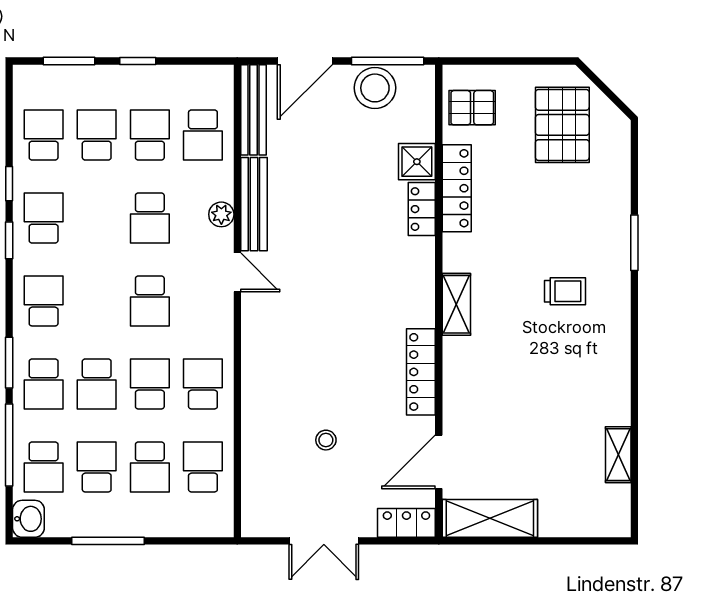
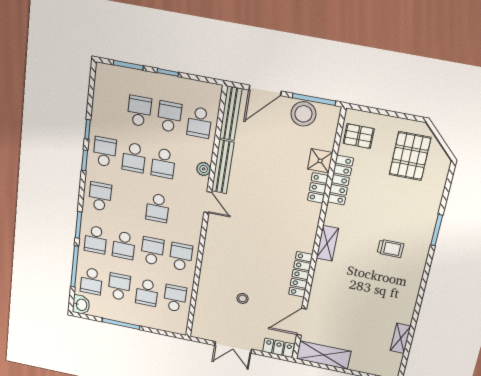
school desk: (44, 135) -> (134, 157), moved, turned 180

